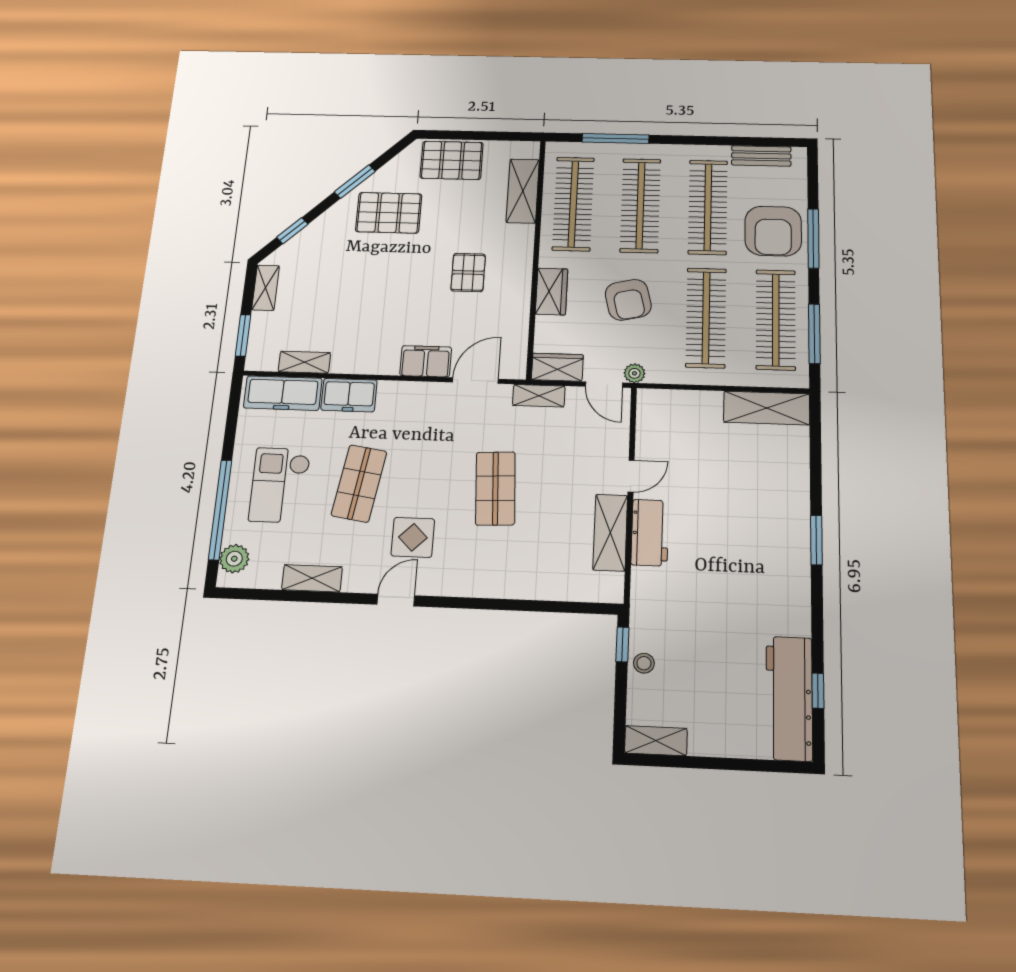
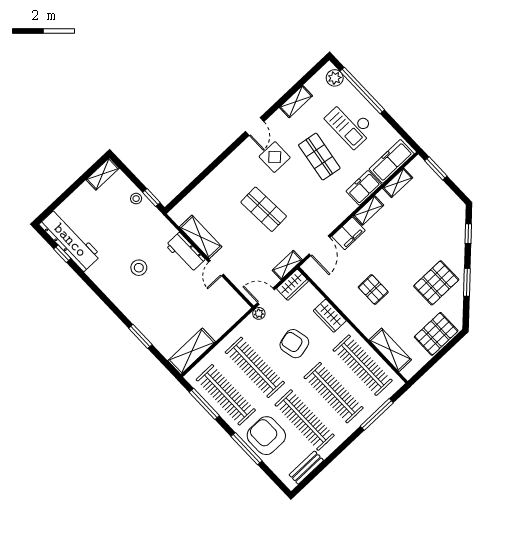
shelving: (266, 288) -> (369, 211), moved, turned 90
checkout: (280, 485) -> (350, 124), turned 180
window: (816, 540) -> (140, 336), moved
stool: (731, 572) -> (139, 268), added

